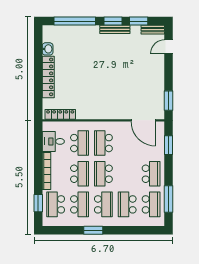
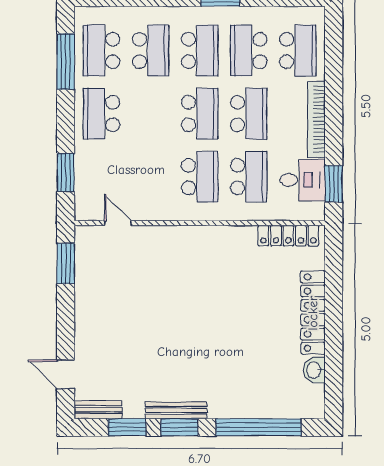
door: (169, 47) -> (66, 374), swing flipped
door: (143, 120) -> (118, 223), width x0.53
school desk: (79, 143) -> (249, 177), turned 180
school desk: (79, 174) -> (249, 114), turned 180
window: (38, 203) -> (334, 184), moved
school desk: (103, 204) -> (200, 50), turned 180

